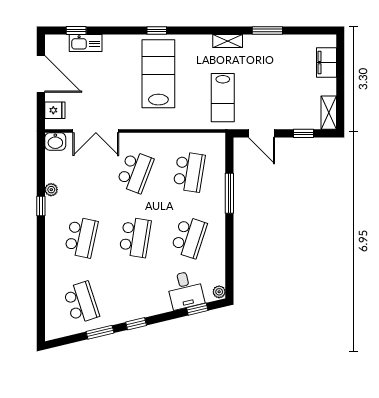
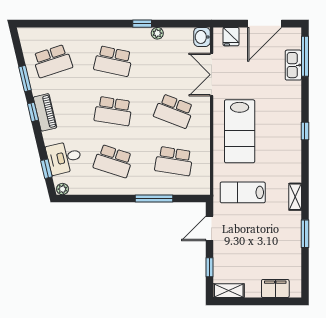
window: (76, 31) -> (305, 56), width x2.17
lab bench: (158, 74) -> (240, 131), moved, turned 90
piano: (137, 311) -> (45, 112), added

